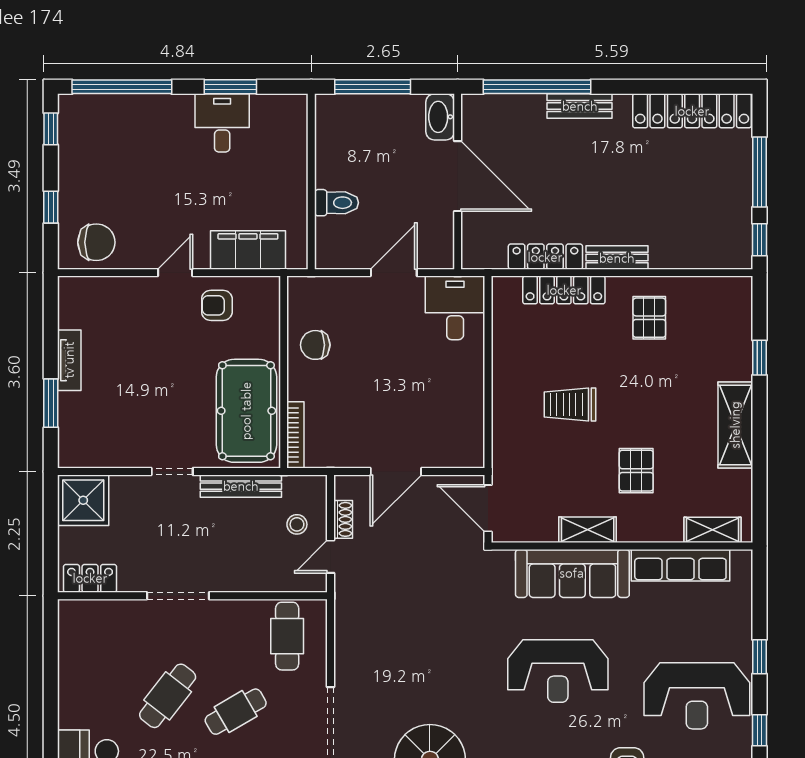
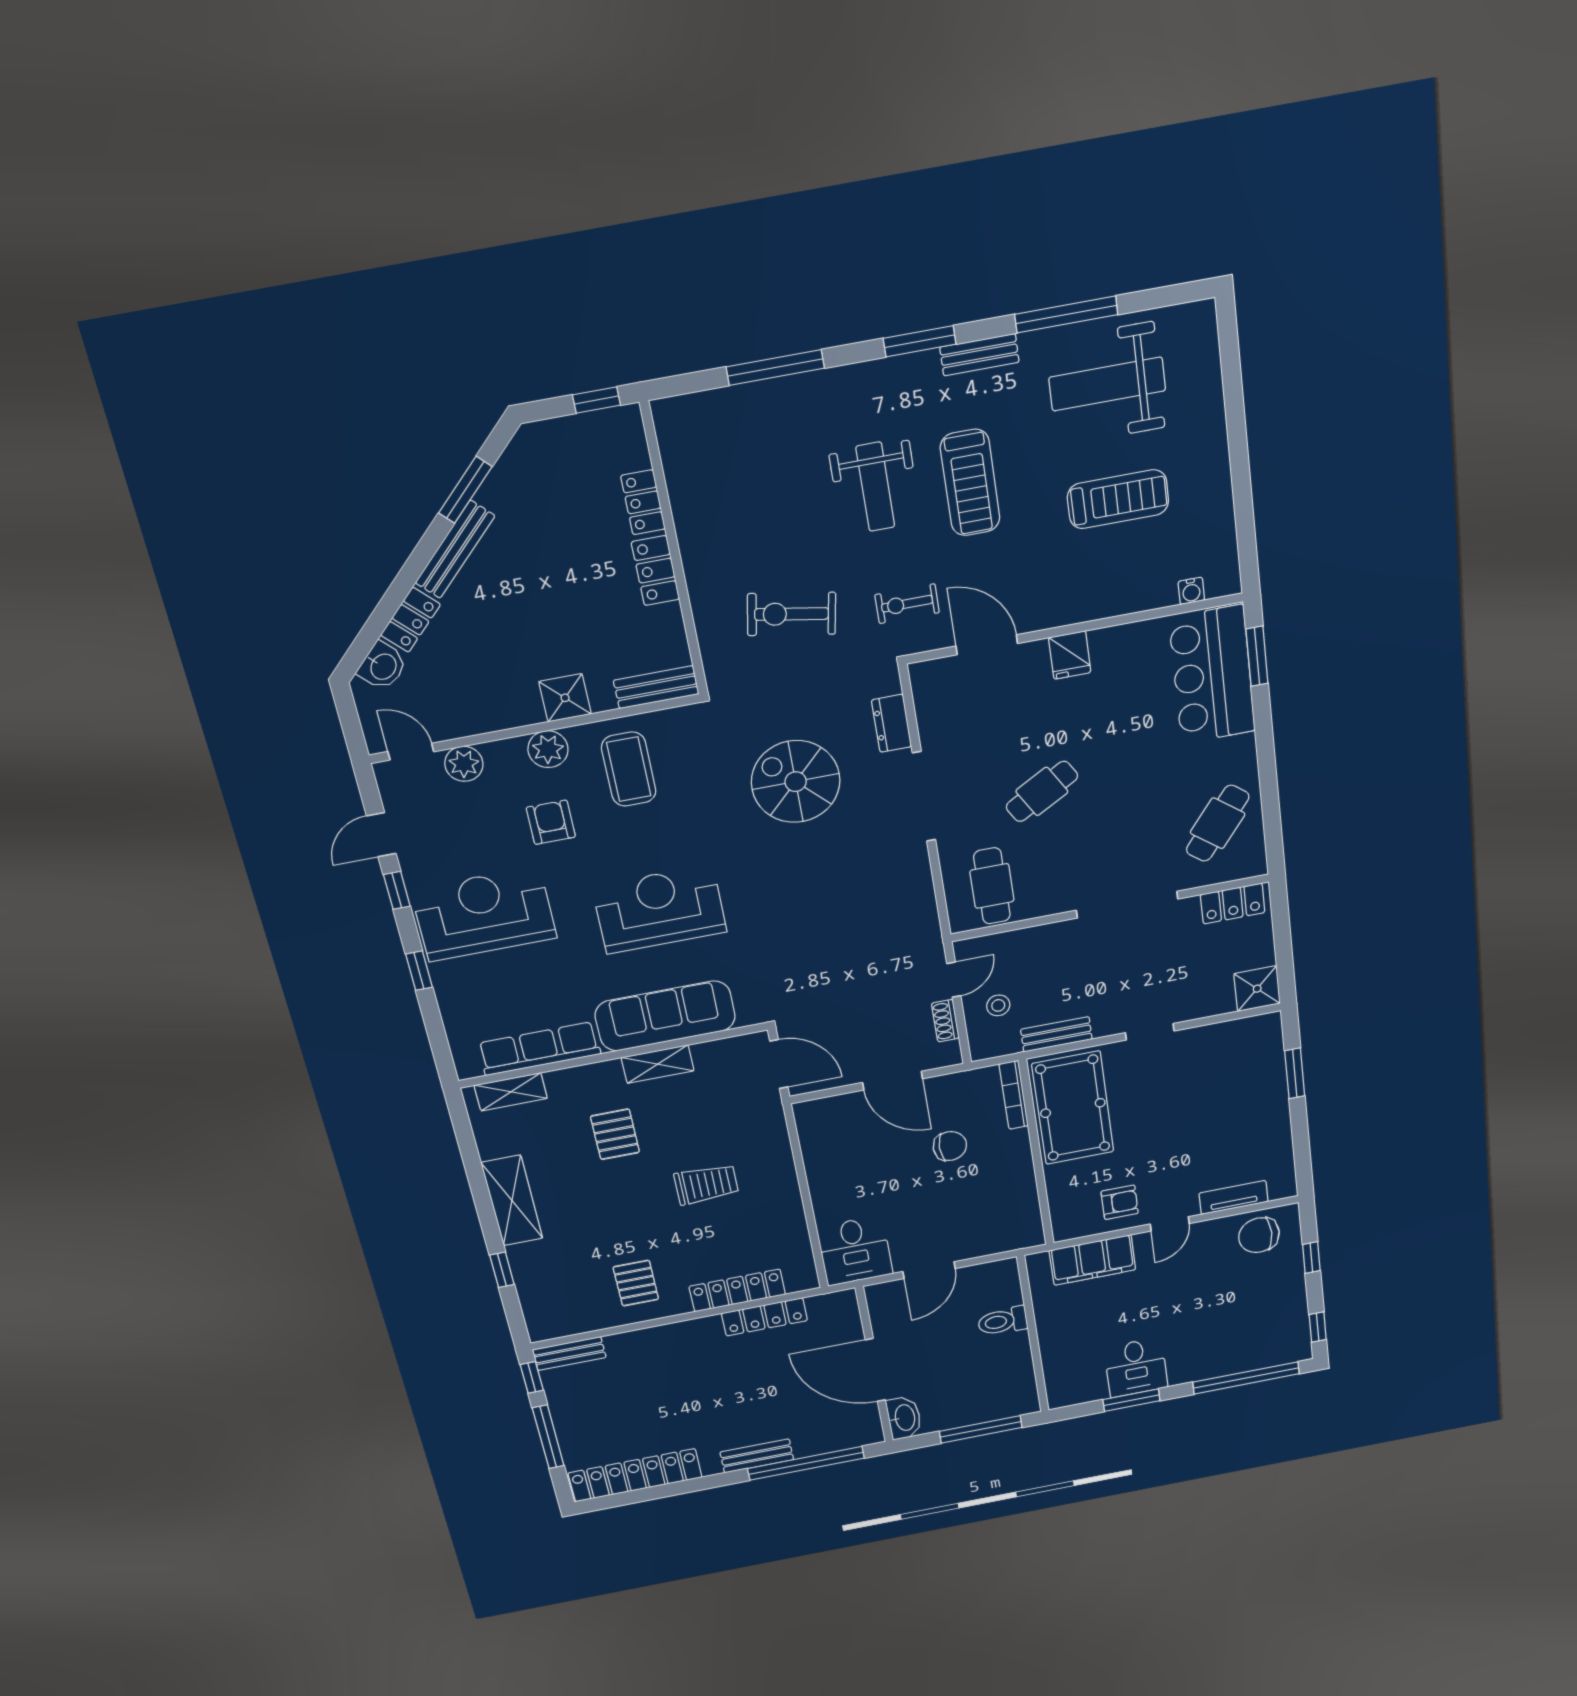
bench: (617, 258) -> (569, 1354), moved
chair: (315, 345) -> (950, 1146), moved
tv unit: (69, 360) -> (1233, 1197), moved, turned 90
door: (396, 471) -> (893, 1081), swing flipped
bench: (241, 486) -> (1056, 1034), width x0.73
shower: (83, 500) -> (1257, 989), width x0.73, depth x0.73
doorway: (178, 596) -> (1127, 905), width x1.36
cafe table: (168, 696) -> (1218, 823), moved

